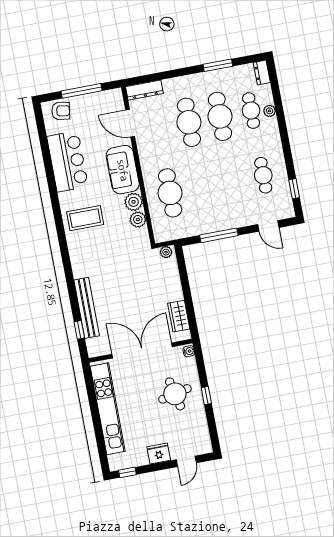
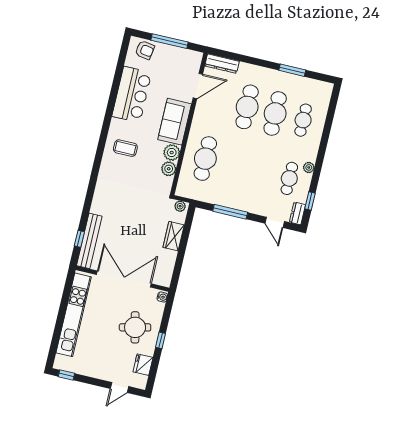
dresser: (262, 73) -> (297, 213), moved
plant: (270, 111) -> (309, 167), moved
door: (130, 123) -> (198, 86), swing flipped
coffee table: (85, 218) -> (125, 148), width x0.73, depth x0.77
bench: (87, 308) -> (89, 241), moved
wardrobe: (179, 316) -> (174, 236), moved
fridge: (159, 454) -> (143, 365), moved, turned -90

